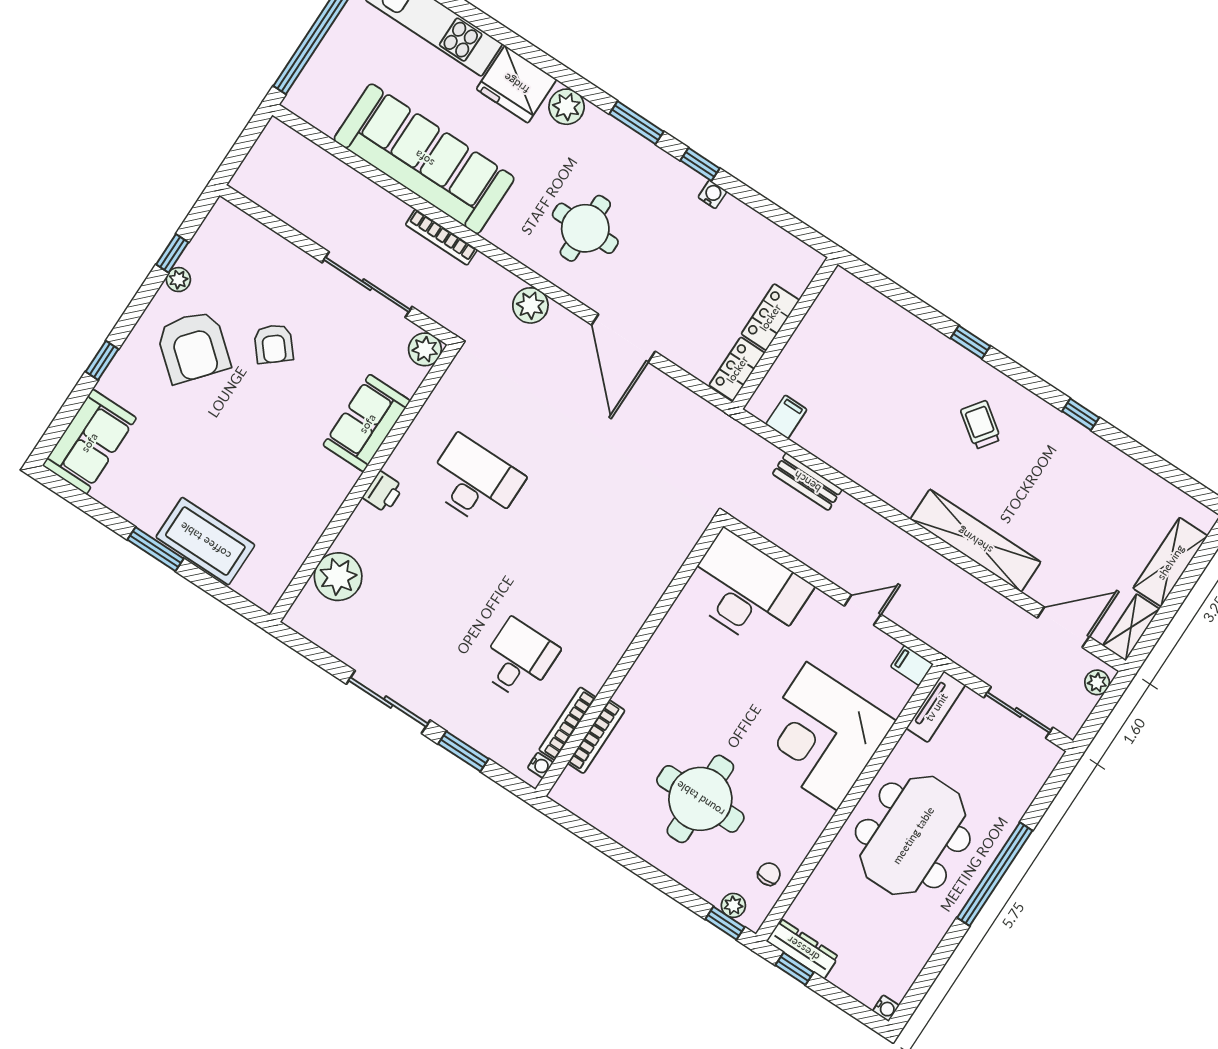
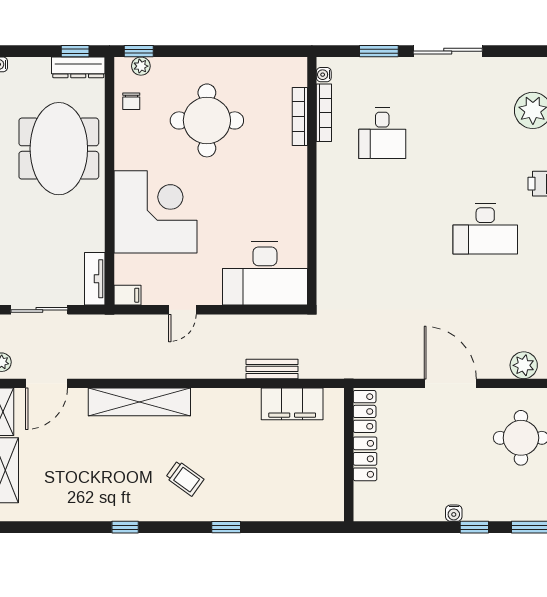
filing cabinet: (786, 417) -> (292, 404), width x3.00, depth x1.17
meeting table: (913, 835) -> (59, 149), moved

